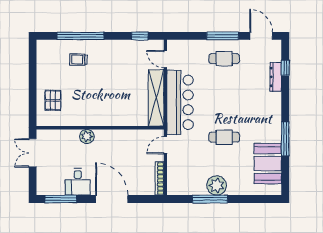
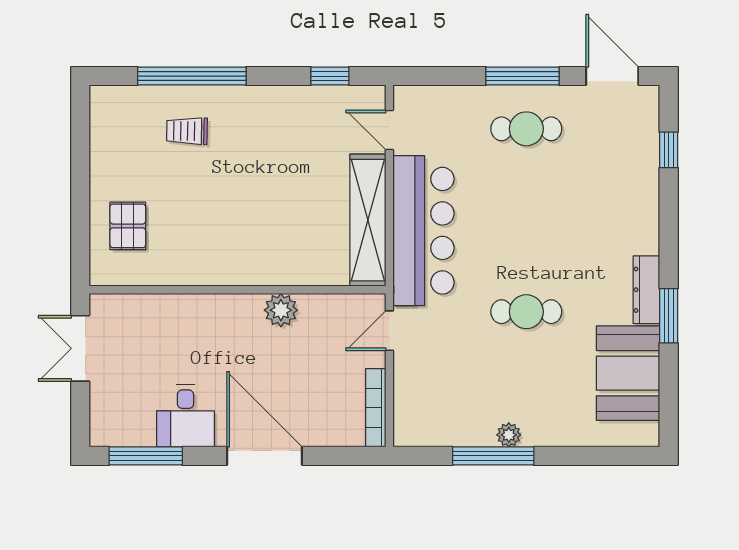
dresser: (276, 77) -> (646, 290), moved
plant: (87, 136) -> (281, 310), moved
window: (285, 139) -> (669, 316), width x0.69
plant: (217, 185) -> (509, 435), width x0.53, depth x0.53

